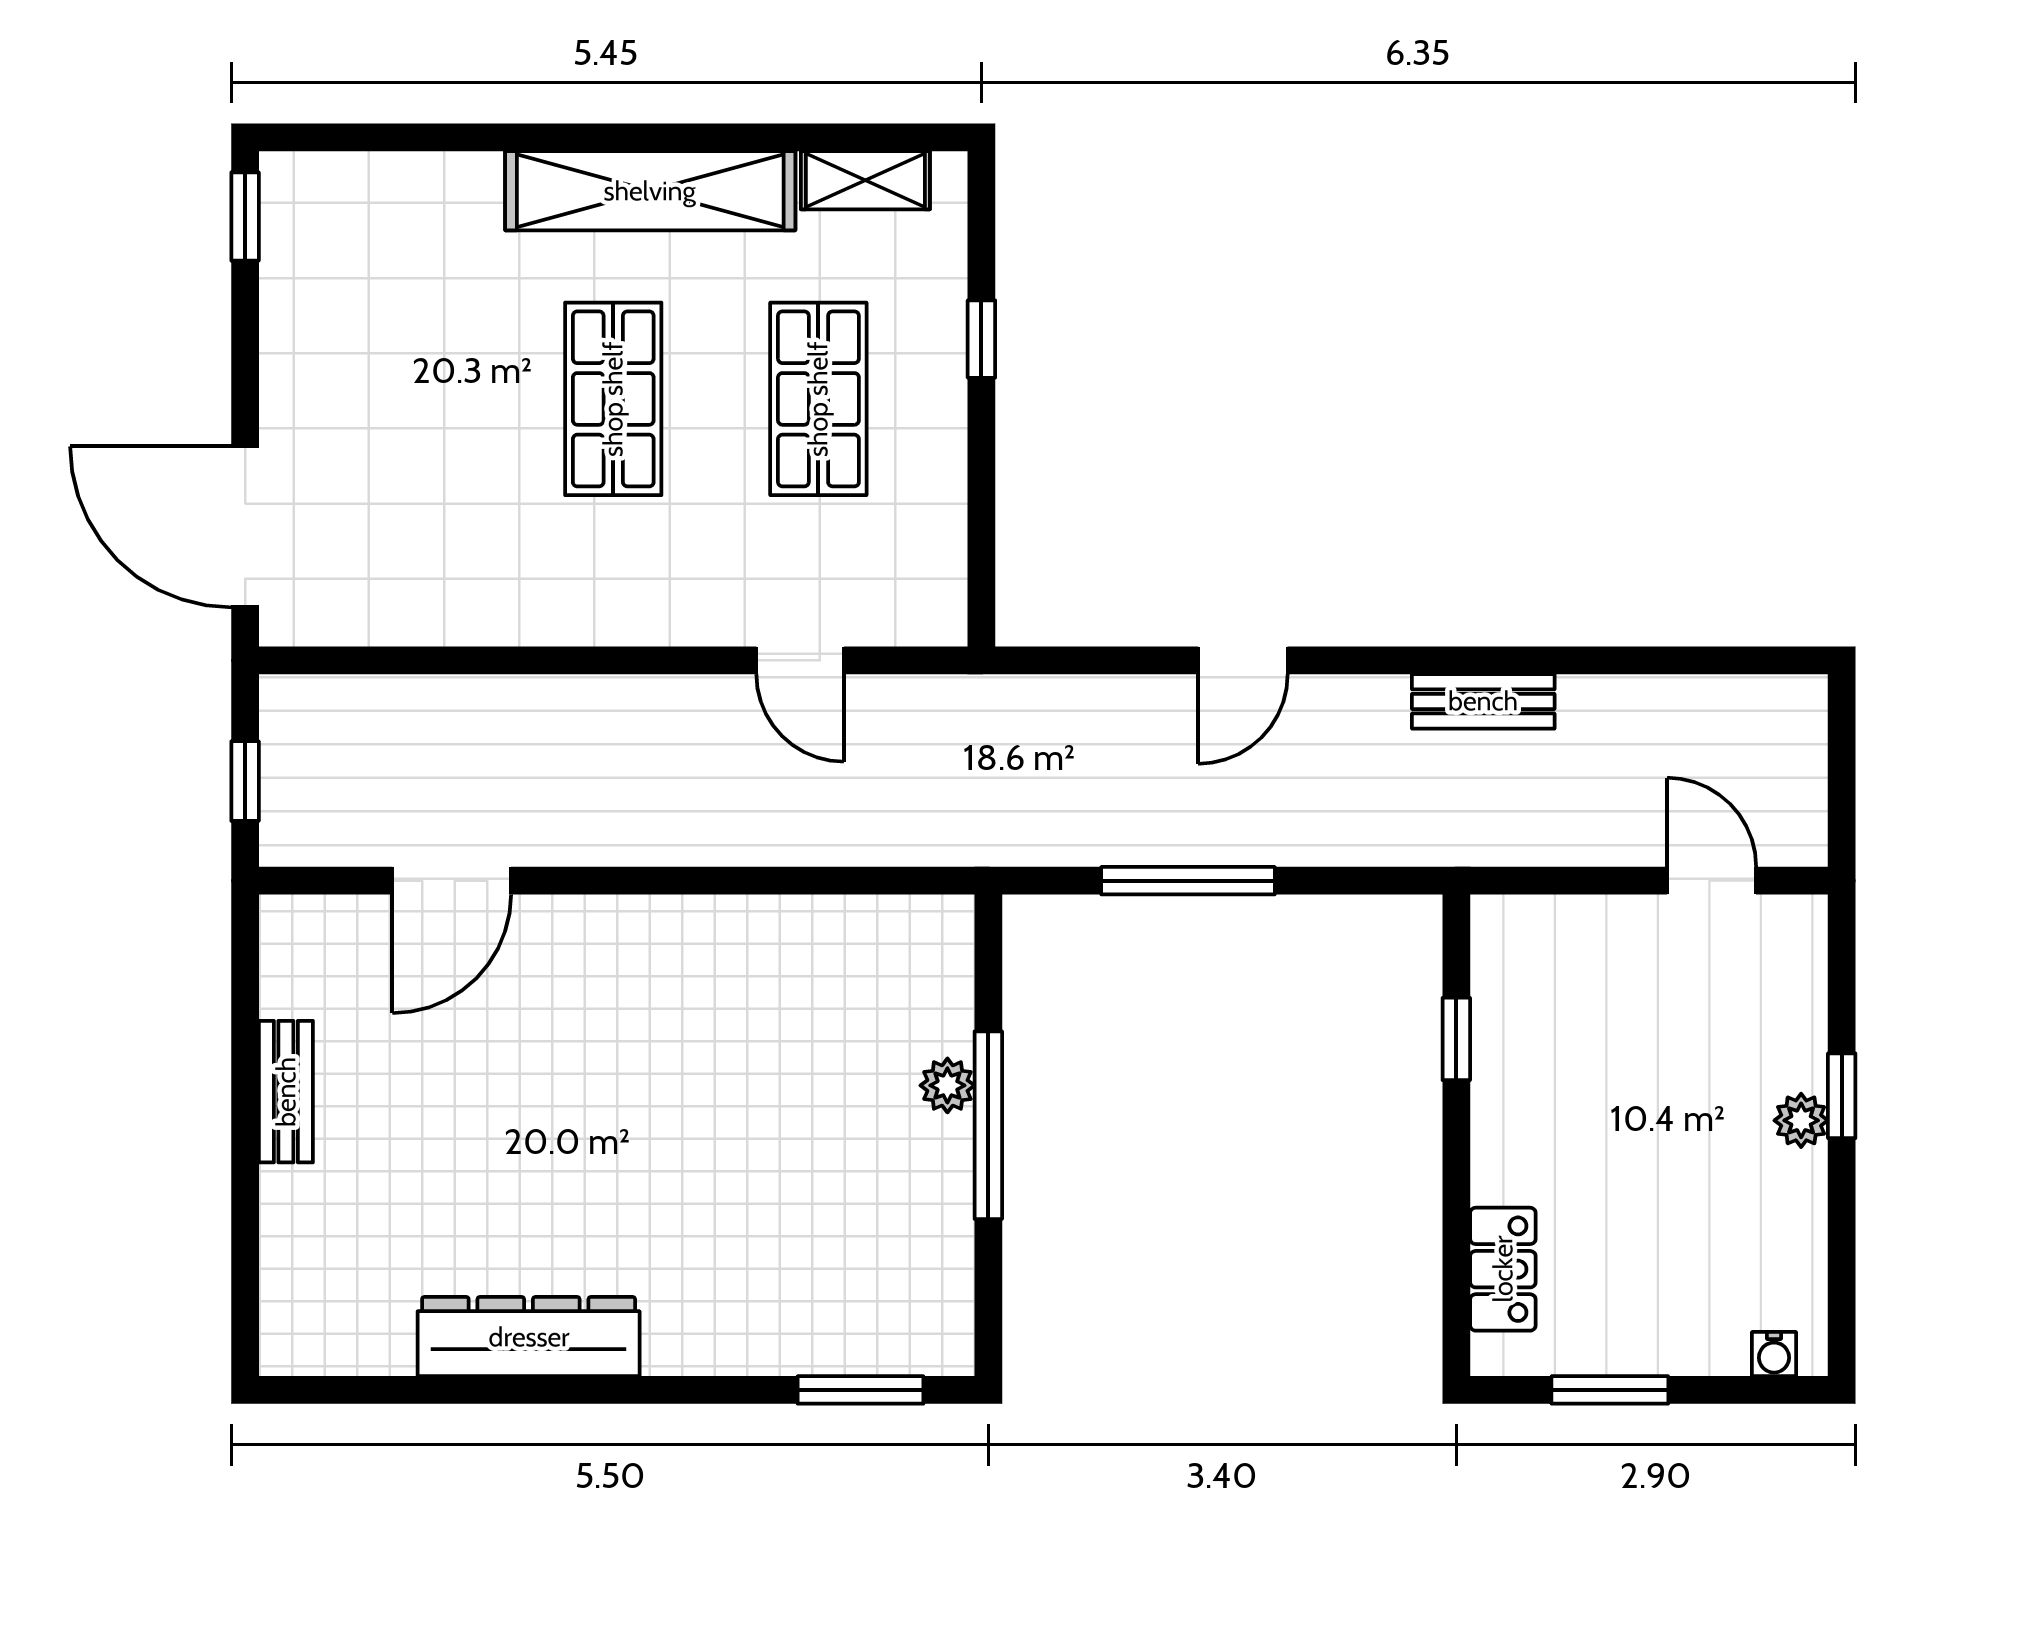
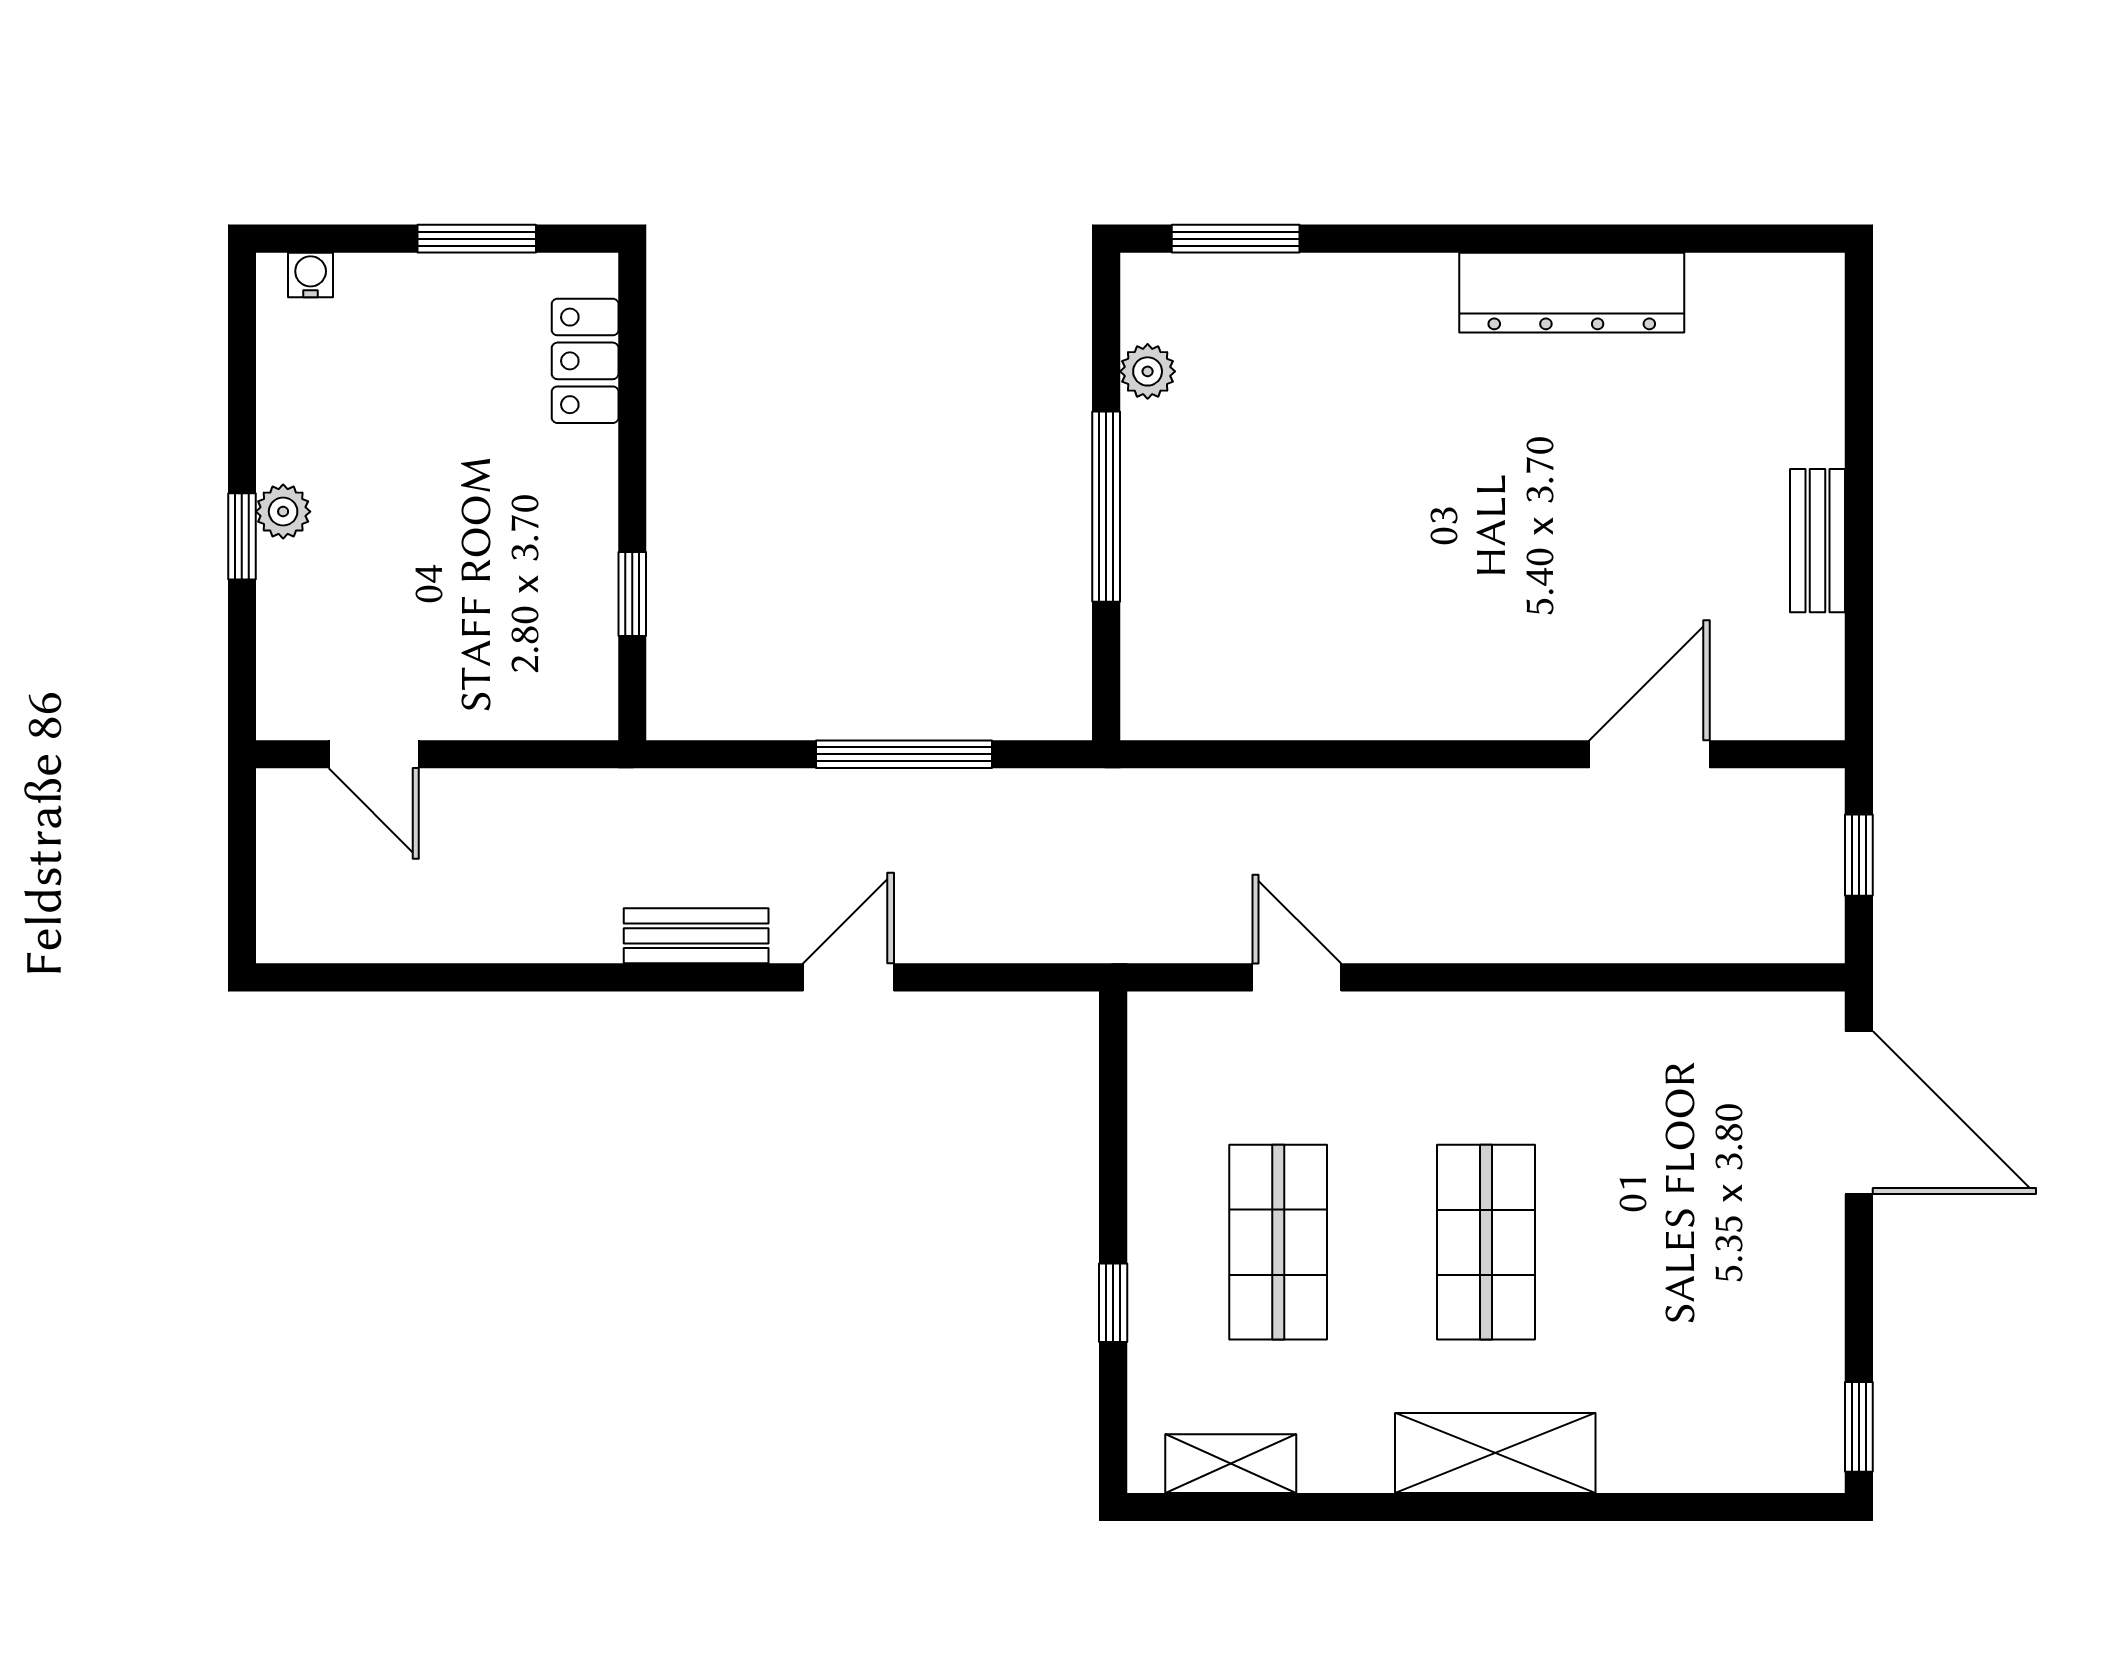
shelving: (650, 191) -> (1495, 1453), width x0.68
bench: (1483, 701) -> (696, 936), moved
plant: (947, 1085) -> (1148, 371), moved

